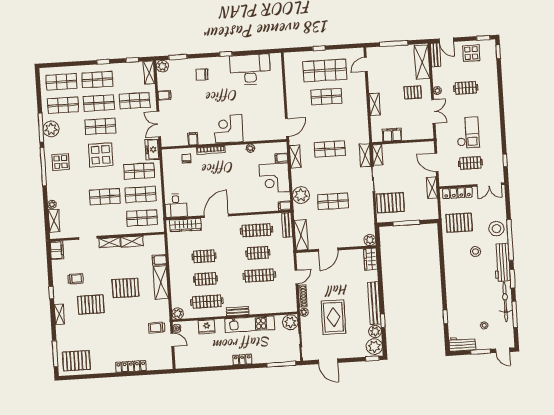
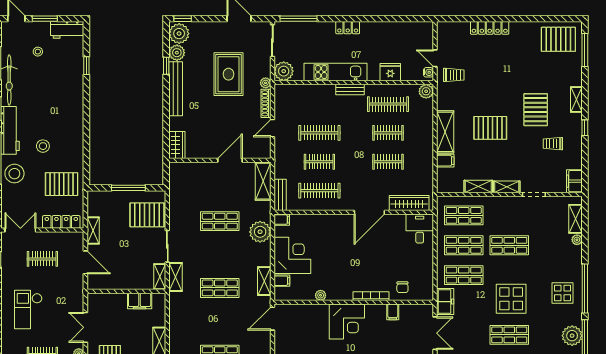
checkout: (468, 133) -> (28, 310), moved
plant: (370, 240) -> (176, 169), removed
pallet: (91, 304) -> (536, 110), turned 90

